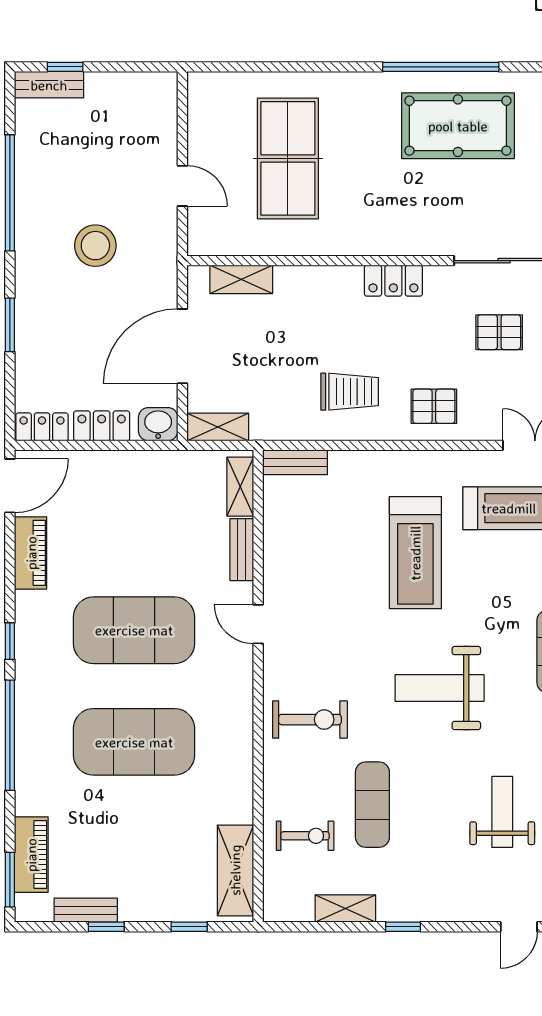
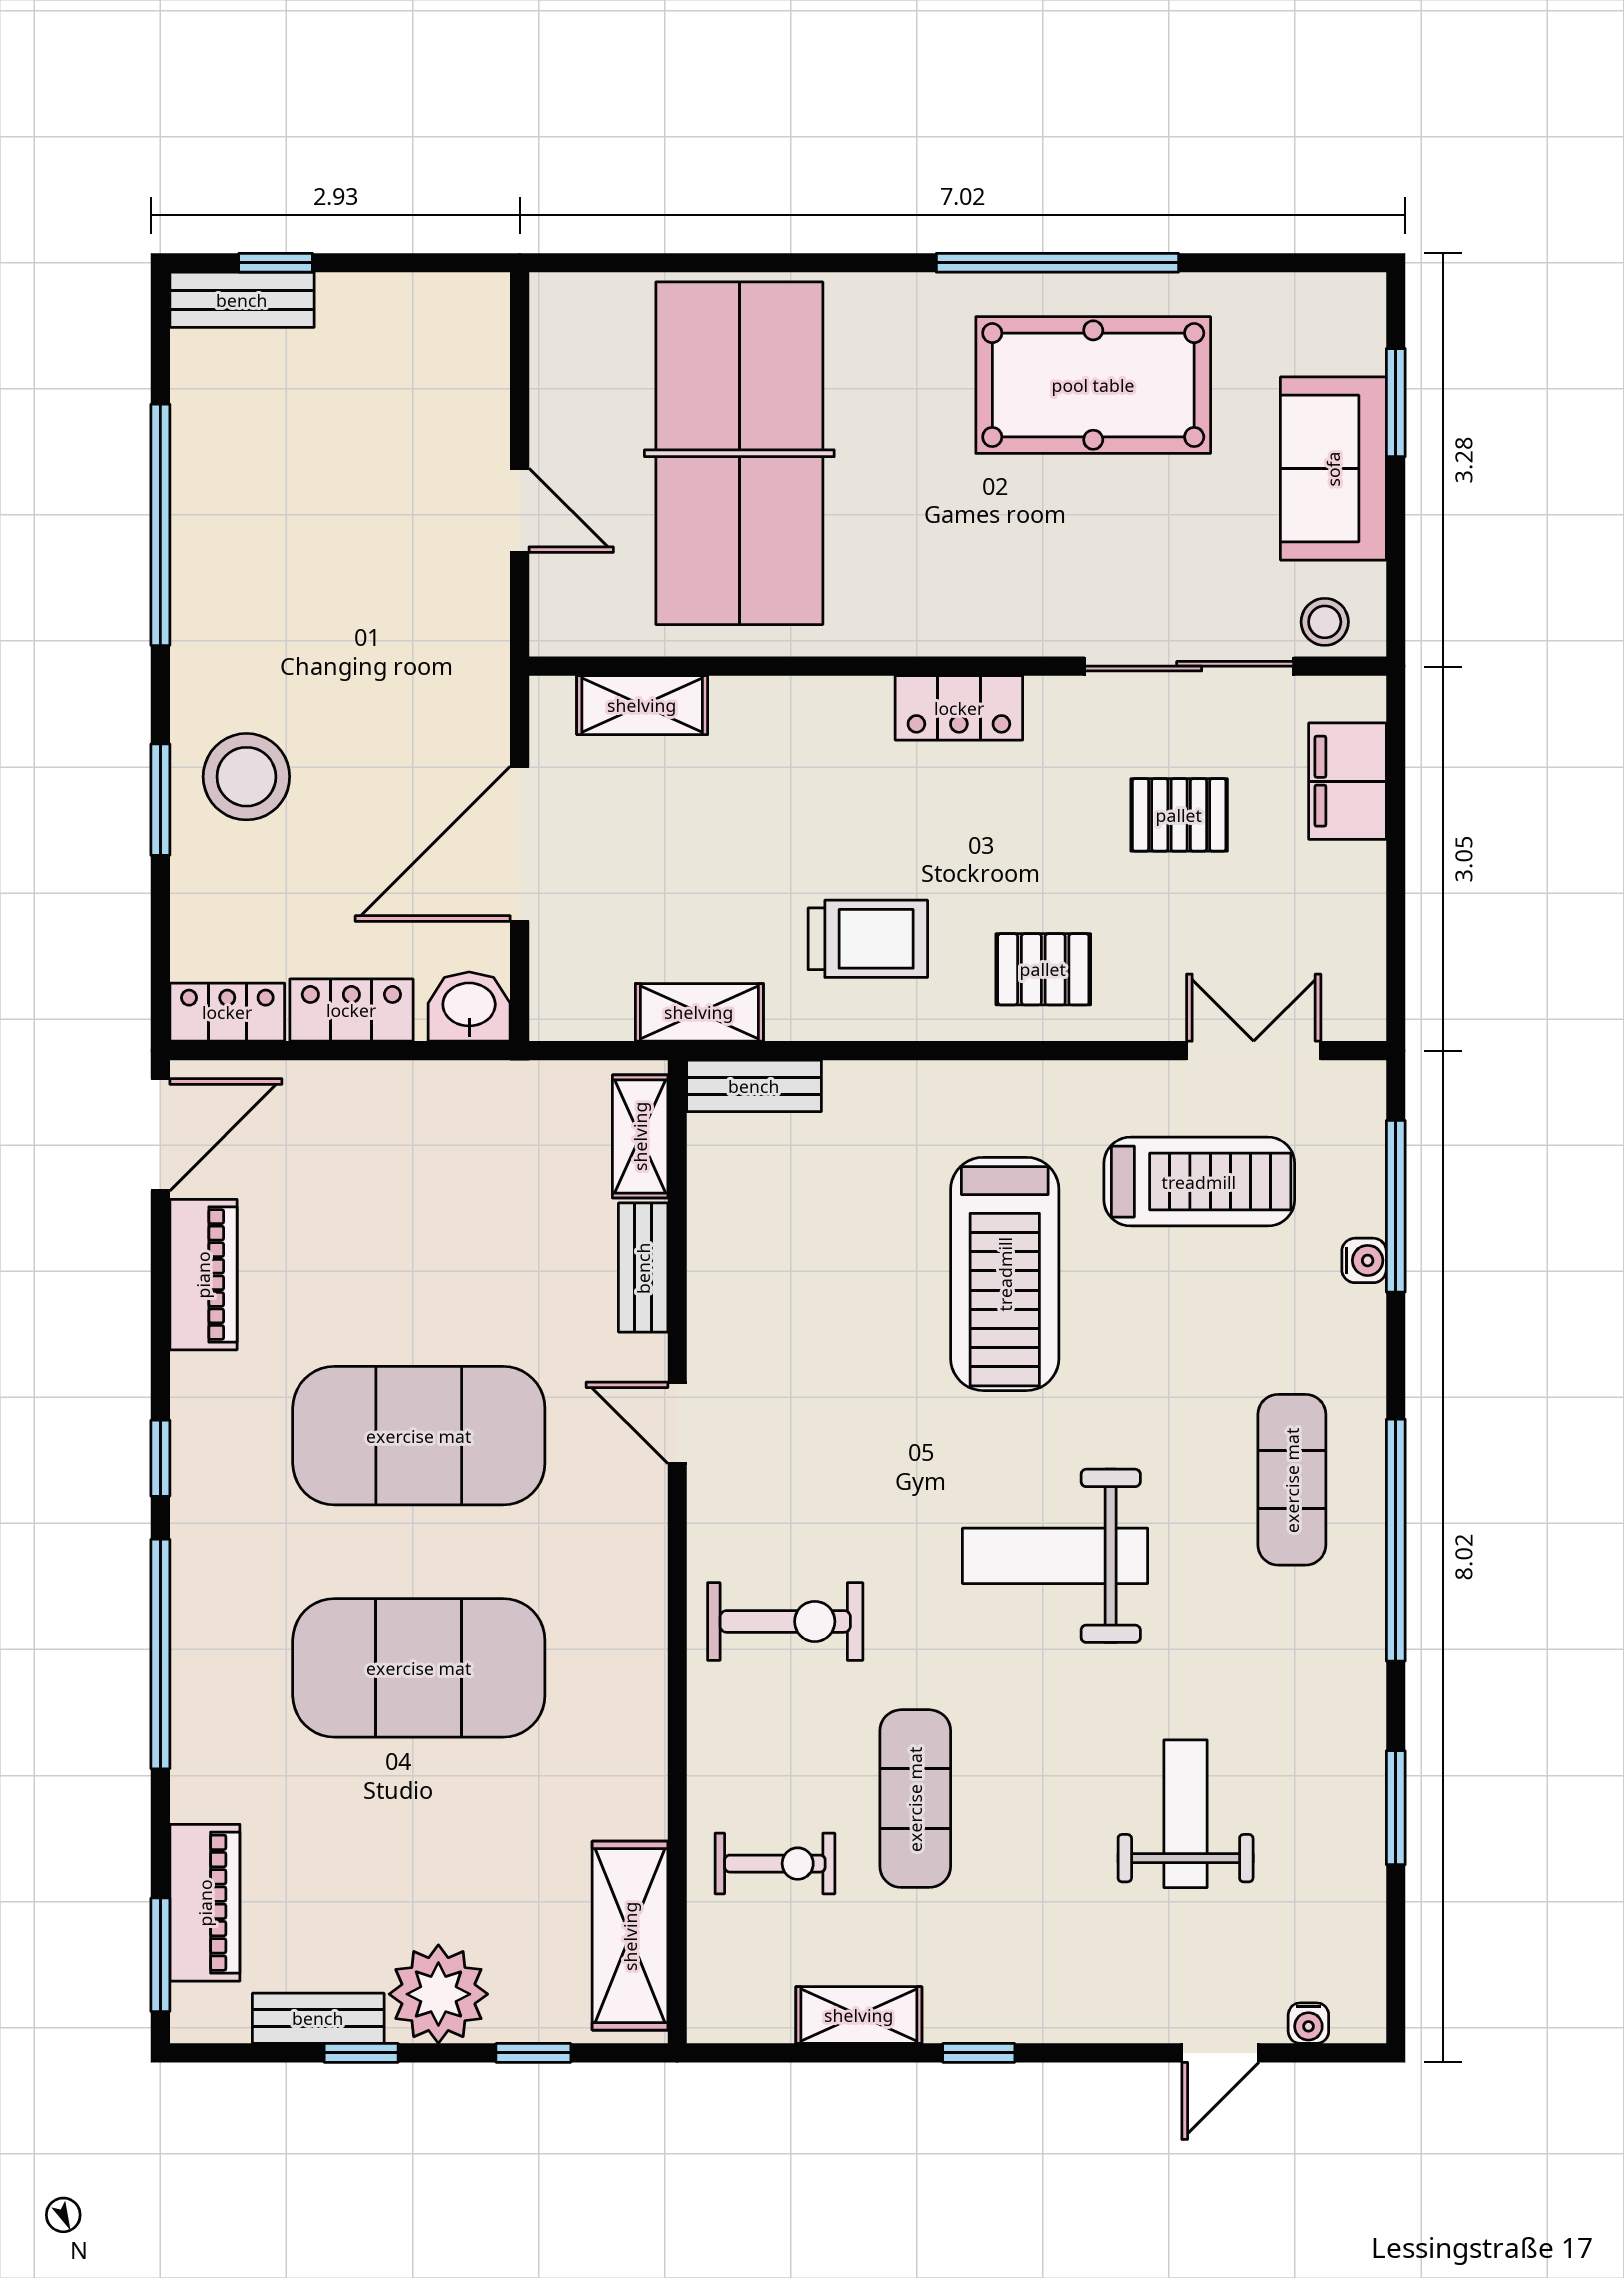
table tennis table: (288, 158) -> (739, 453), width x1.36, depth x1.32
stool: (95, 246) -> (246, 777), moved
shelving: (218, 427) -> (699, 1012), moved
plant: (143, 898) -> (438, 1994), added

